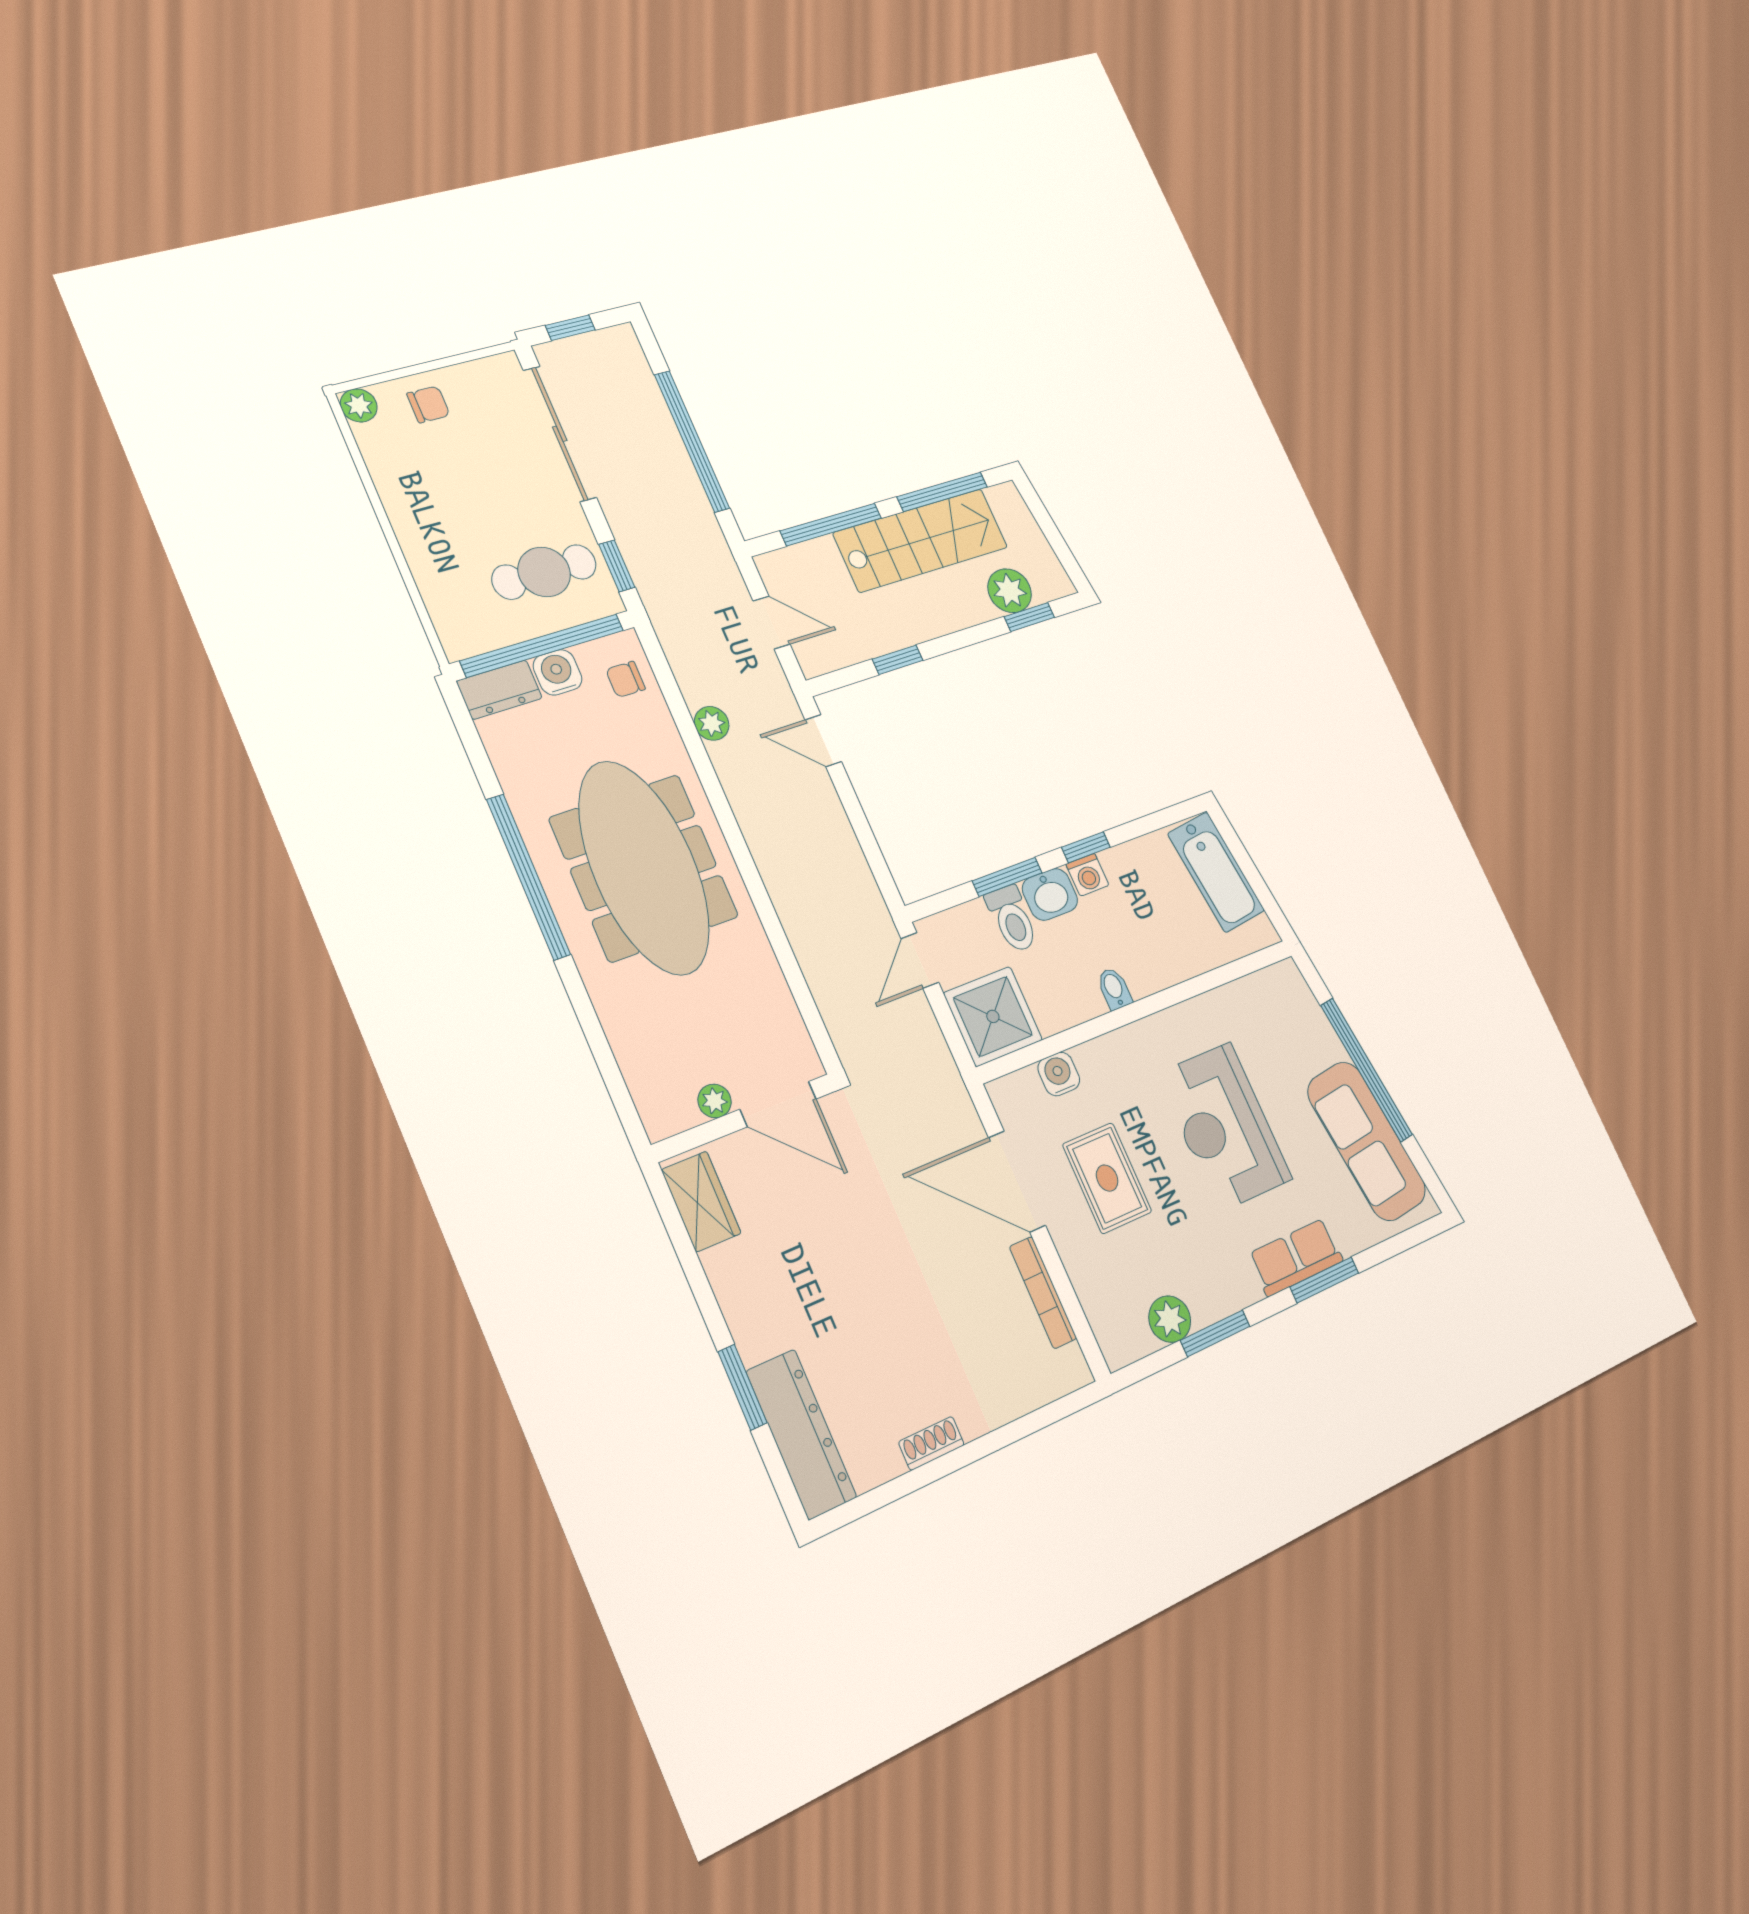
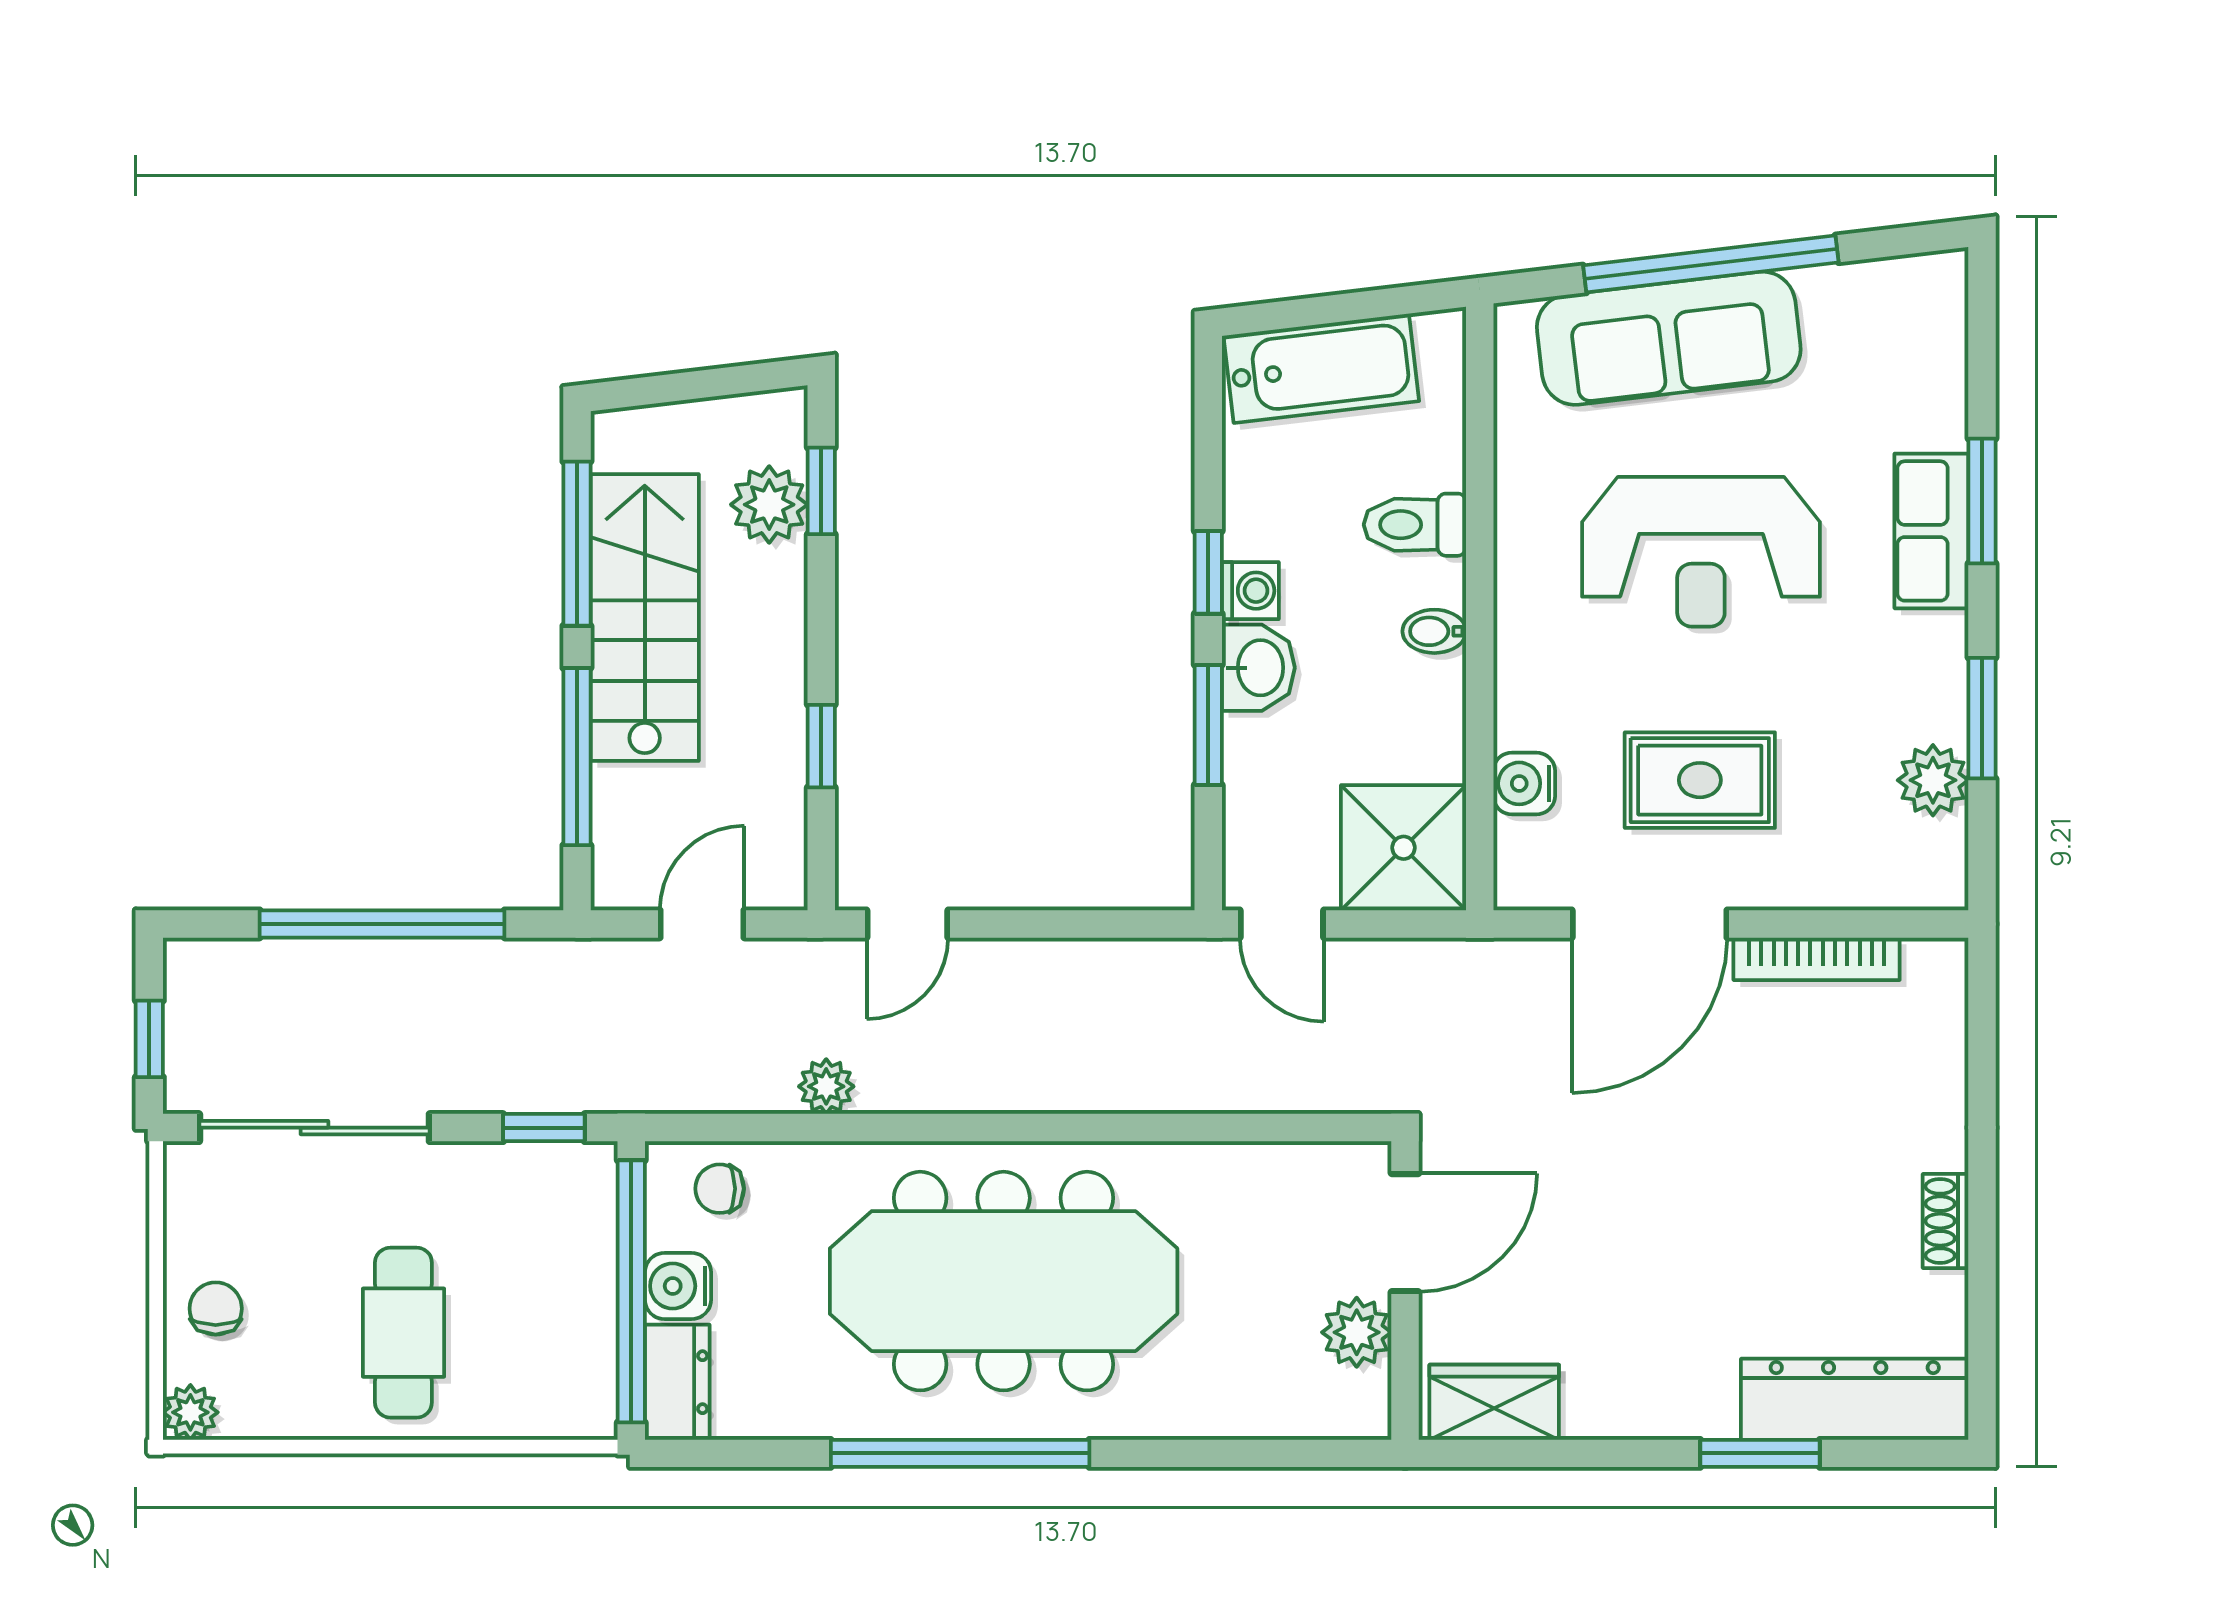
cafe table: (544, 572) -> (403, 1333), moved
chair: (626, 679) -> (720, 1189), turned 90
toilet: (1012, 919) -> (1415, 525), moved, turned 180
plant: (715, 1101) -> (1357, 1332), width x1.38, depth x1.38
sofa: (1367, 1141) -> (1669, 338), moved

